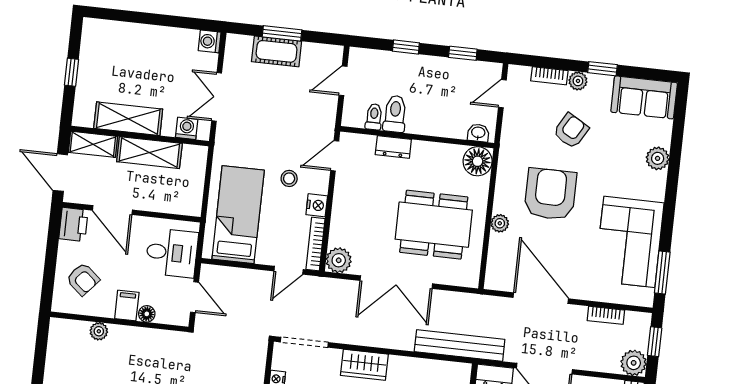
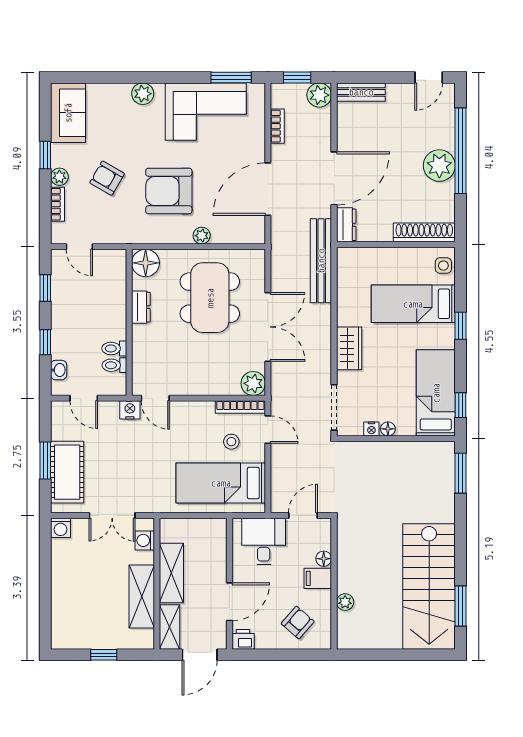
cot: (277, 51) -> (67, 472), width x1.37, depth x1.34
toilet: (395, 114) -> (114, 348), width x0.73, depth x0.72
washbasin: (478, 133) -> (59, 370), moved, turned 180
dresser: (393, 147) -> (141, 307), moved
plant: (658, 158) -> (143, 94), moved
stool: (289, 178) -> (231, 442), moved
nightstand: (317, 205) -> (130, 410), moved
printer: (73, 224) -> (243, 639), width x0.73, depth x0.81

